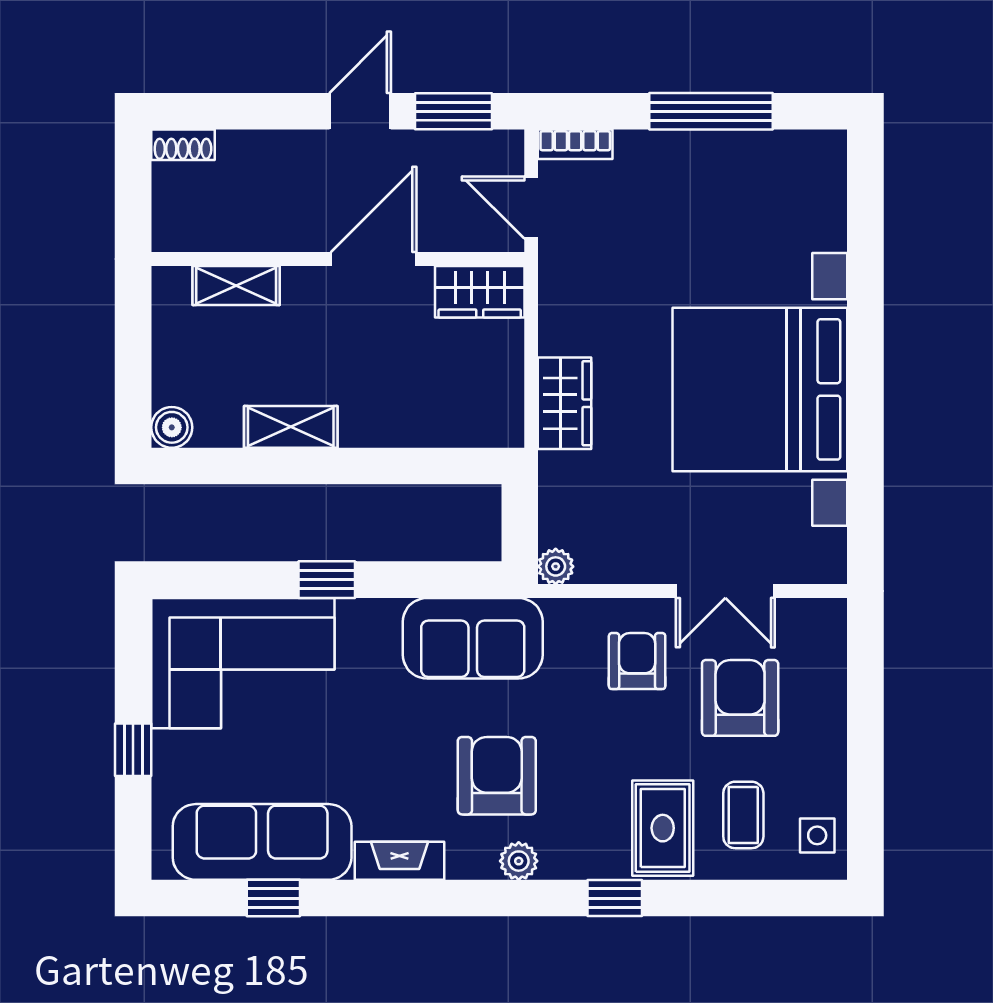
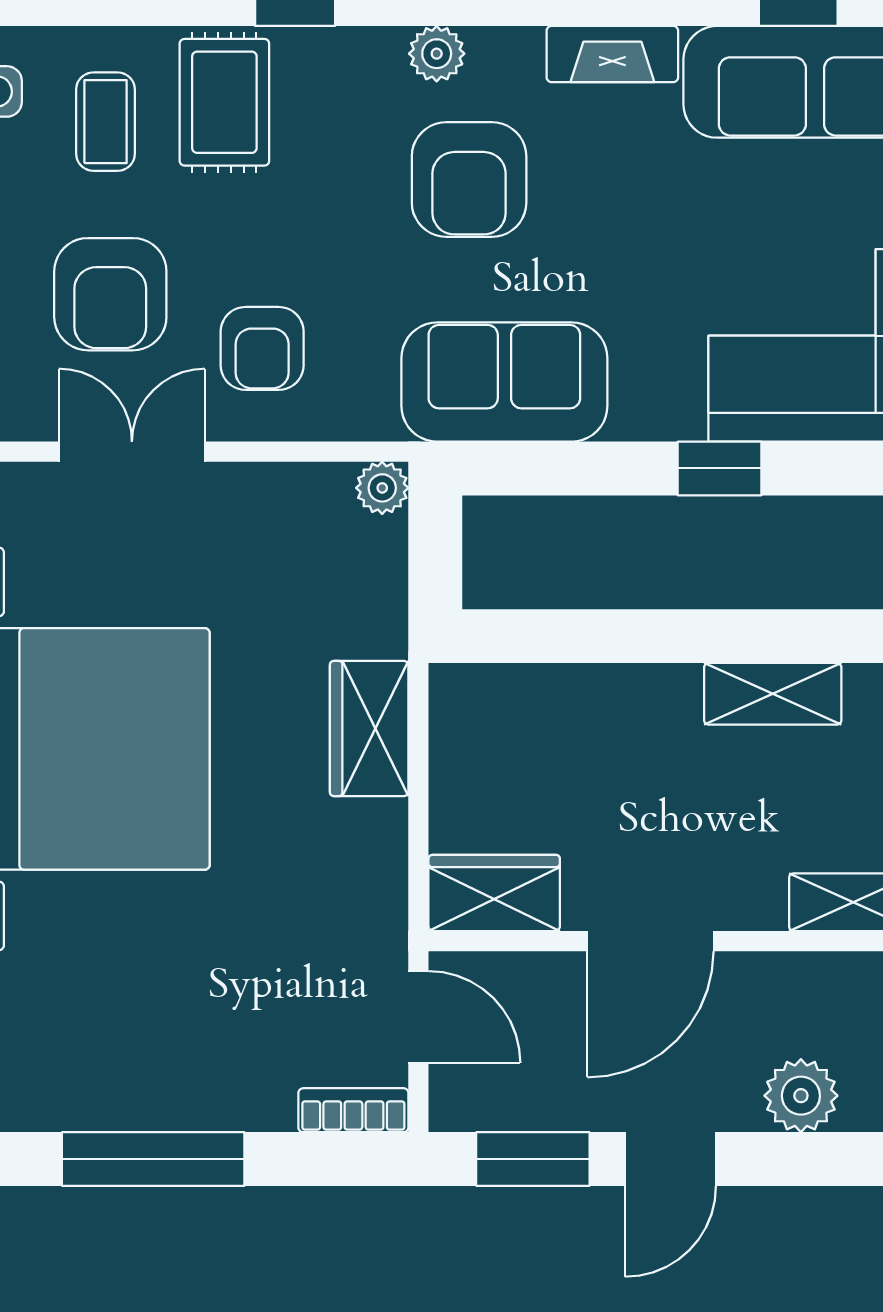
plant: (272, 154) -> (801, 1096), added

